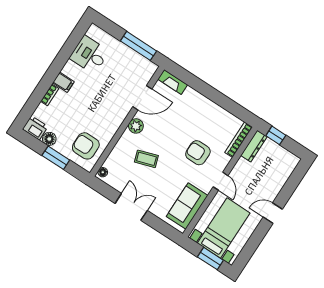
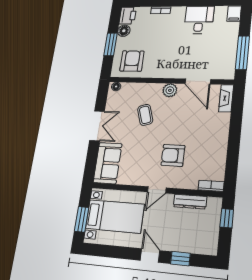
desk: (89, 55) -> (199, 20), moved
filing cabinet: (63, 82) -> (234, 14), moved
bookcase: (239, 140) -> (211, 186), width x0.64
dresser: (254, 146) -> (190, 202), moved
armchair: (198, 153) -> (173, 155), turned -90
window: (288, 189) -> (180, 259), added
sofa: (187, 206) -> (108, 163), moved, turned 90

